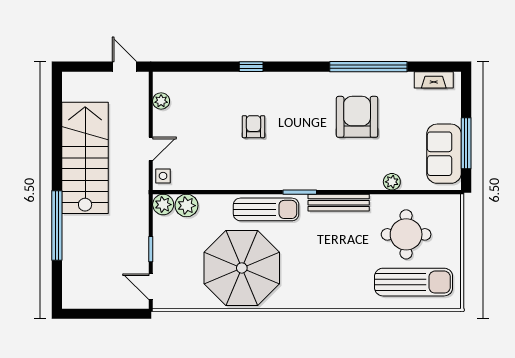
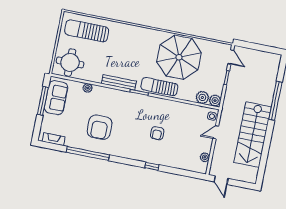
round table: (406, 234) -> (70, 62), moved

